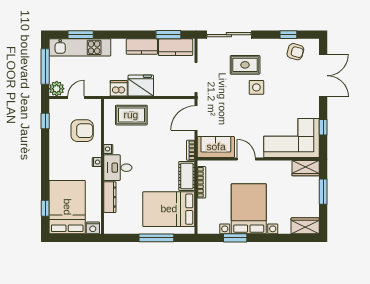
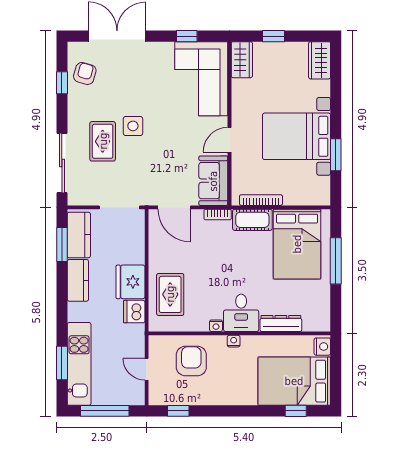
plant: (57, 89) -> (135, 395), removed
window: (323, 192) -> (273, 36), width x0.67

